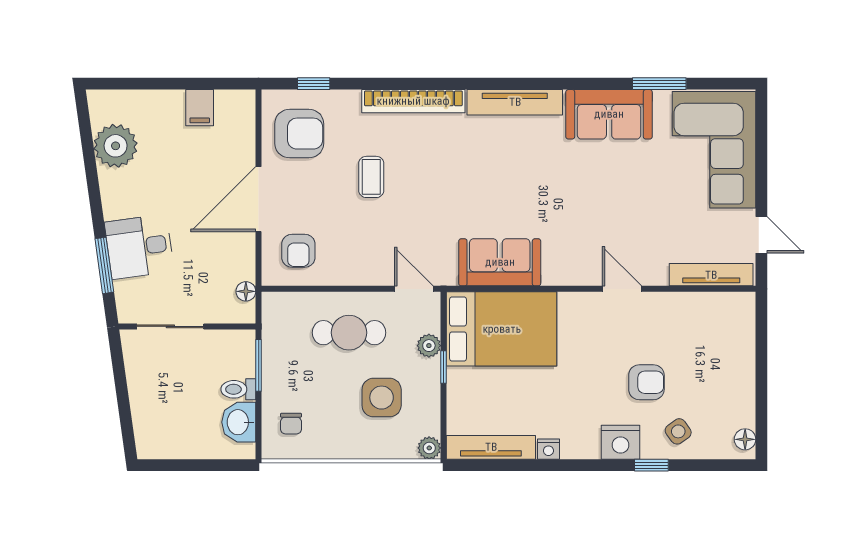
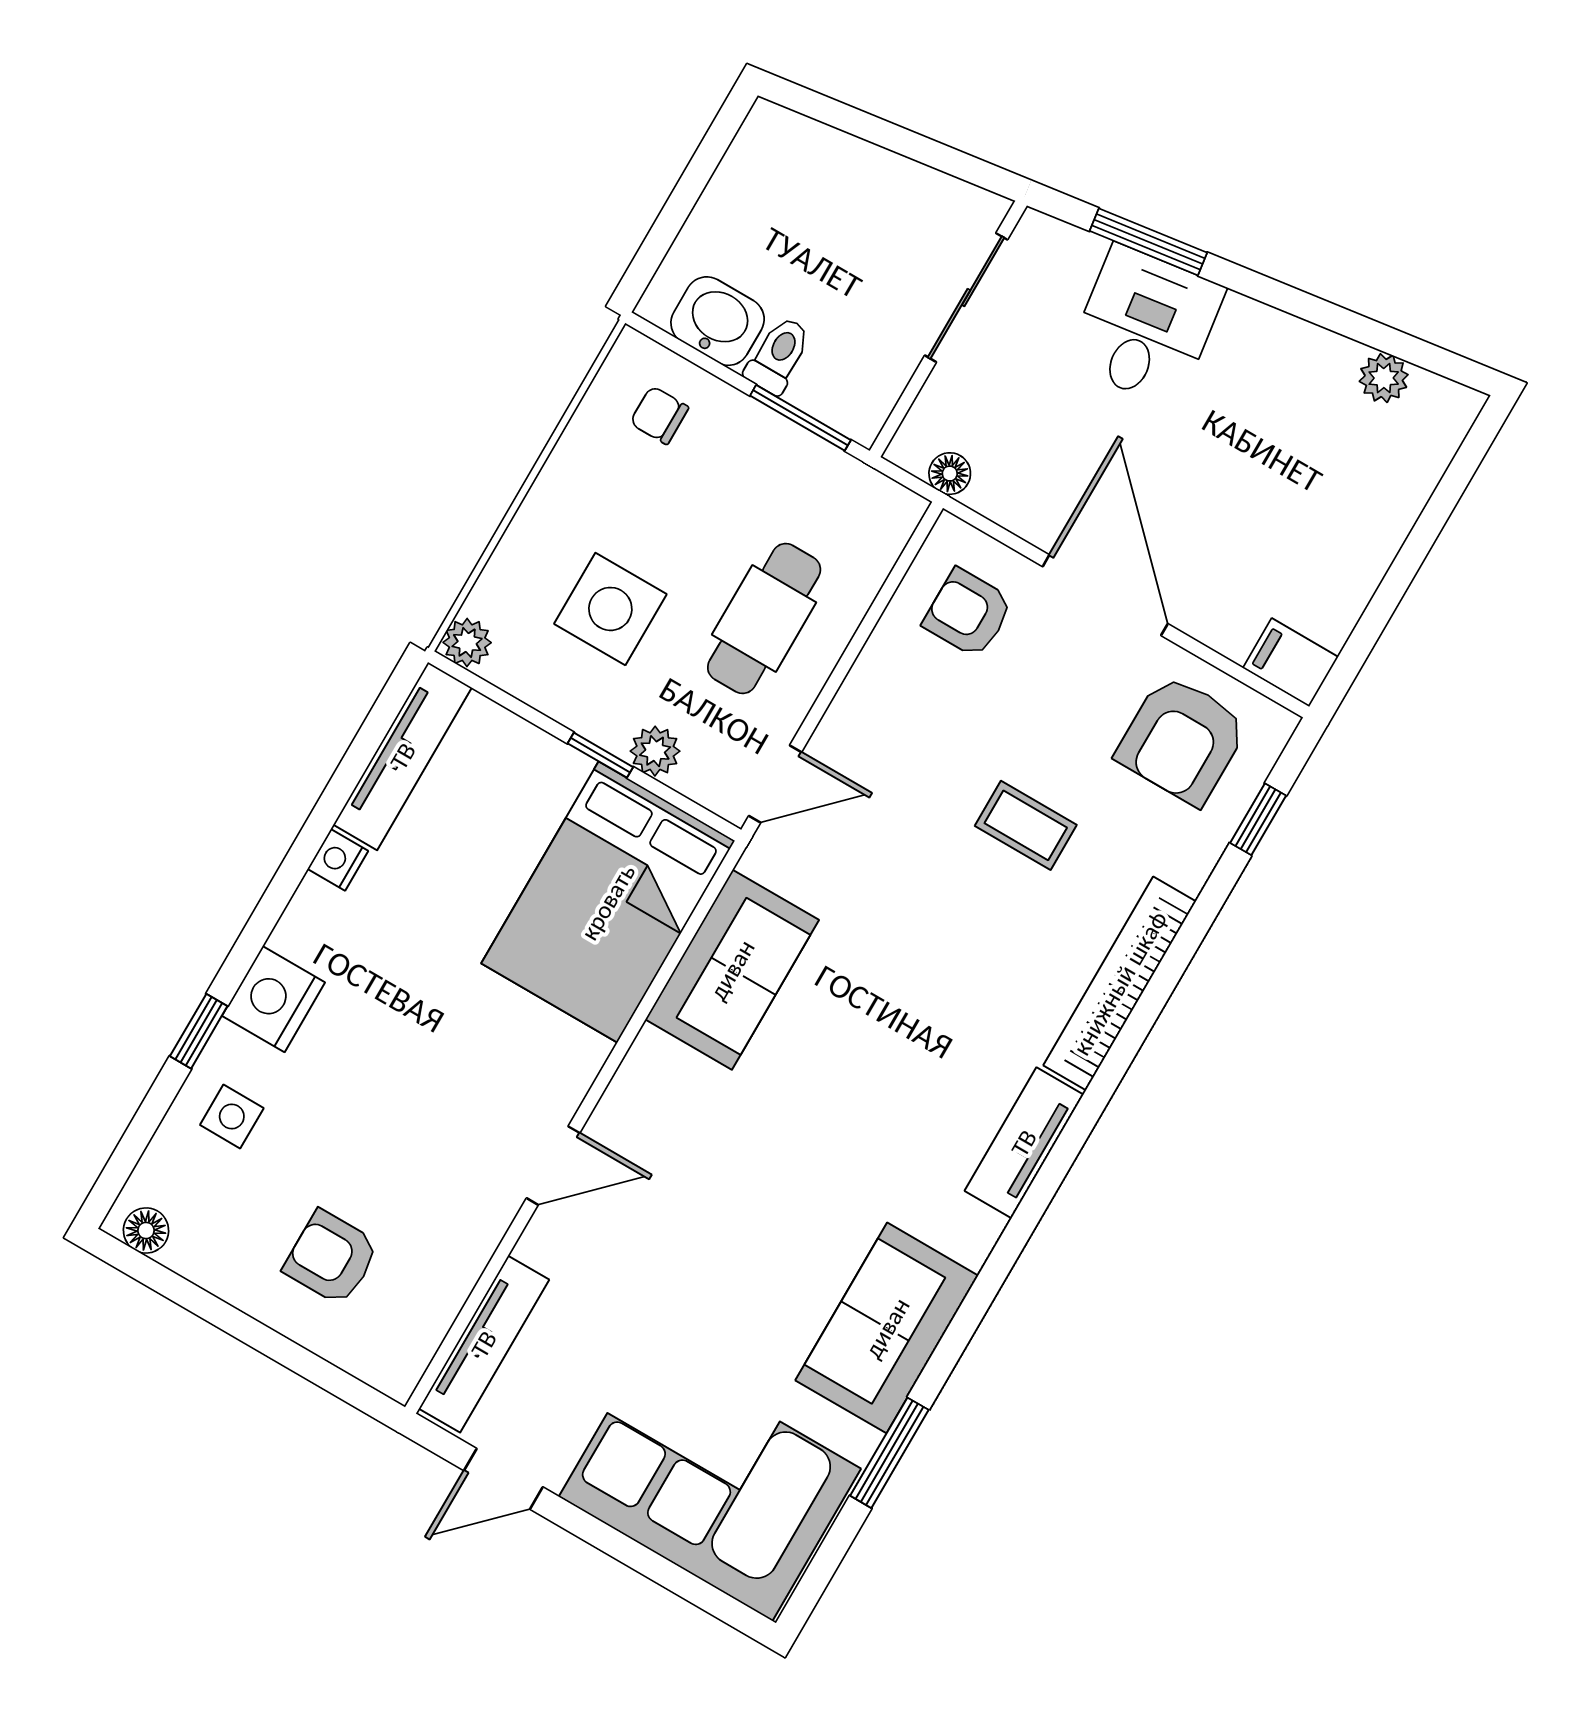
tv unit: (515, 102) -> (1024, 1143), width x0.71
filing cabinet: (200, 108) -> (1291, 662), moved
plant: (116, 146) -> (1384, 378), width x0.53, depth x0.53
armchair: (646, 382) -> (331, 1258), moved, turned 90
side table: (678, 431) -> (232, 1116), turned 36

